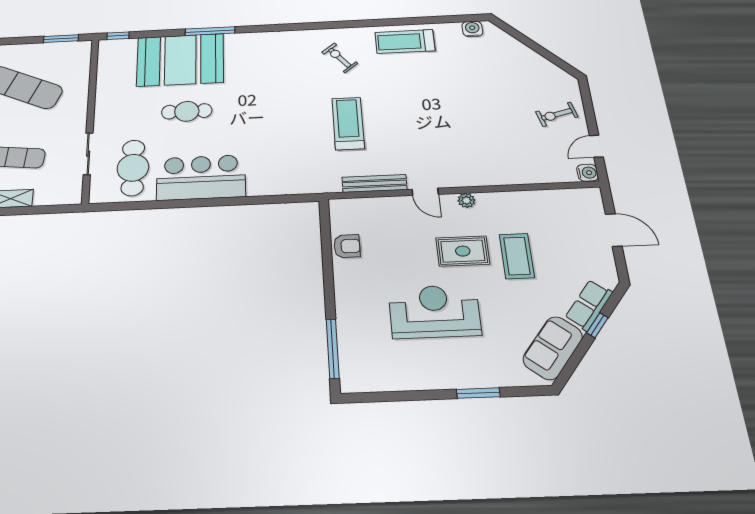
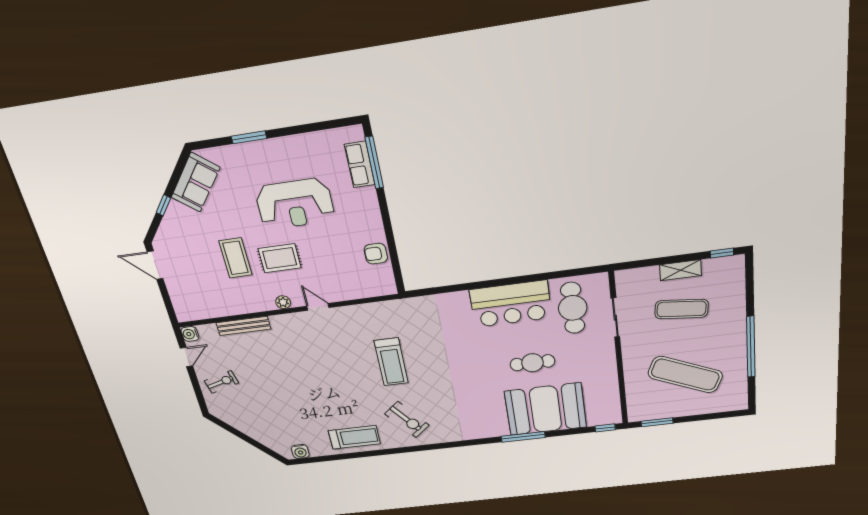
exercise bike: (340, 58) -> (407, 420), width x1.38, depth x1.39
bench: (374, 183) -> (243, 326), moved
door: (614, 230) -> (155, 265), moved
row of seats: (589, 305) -> (360, 164), moved, turned 141

